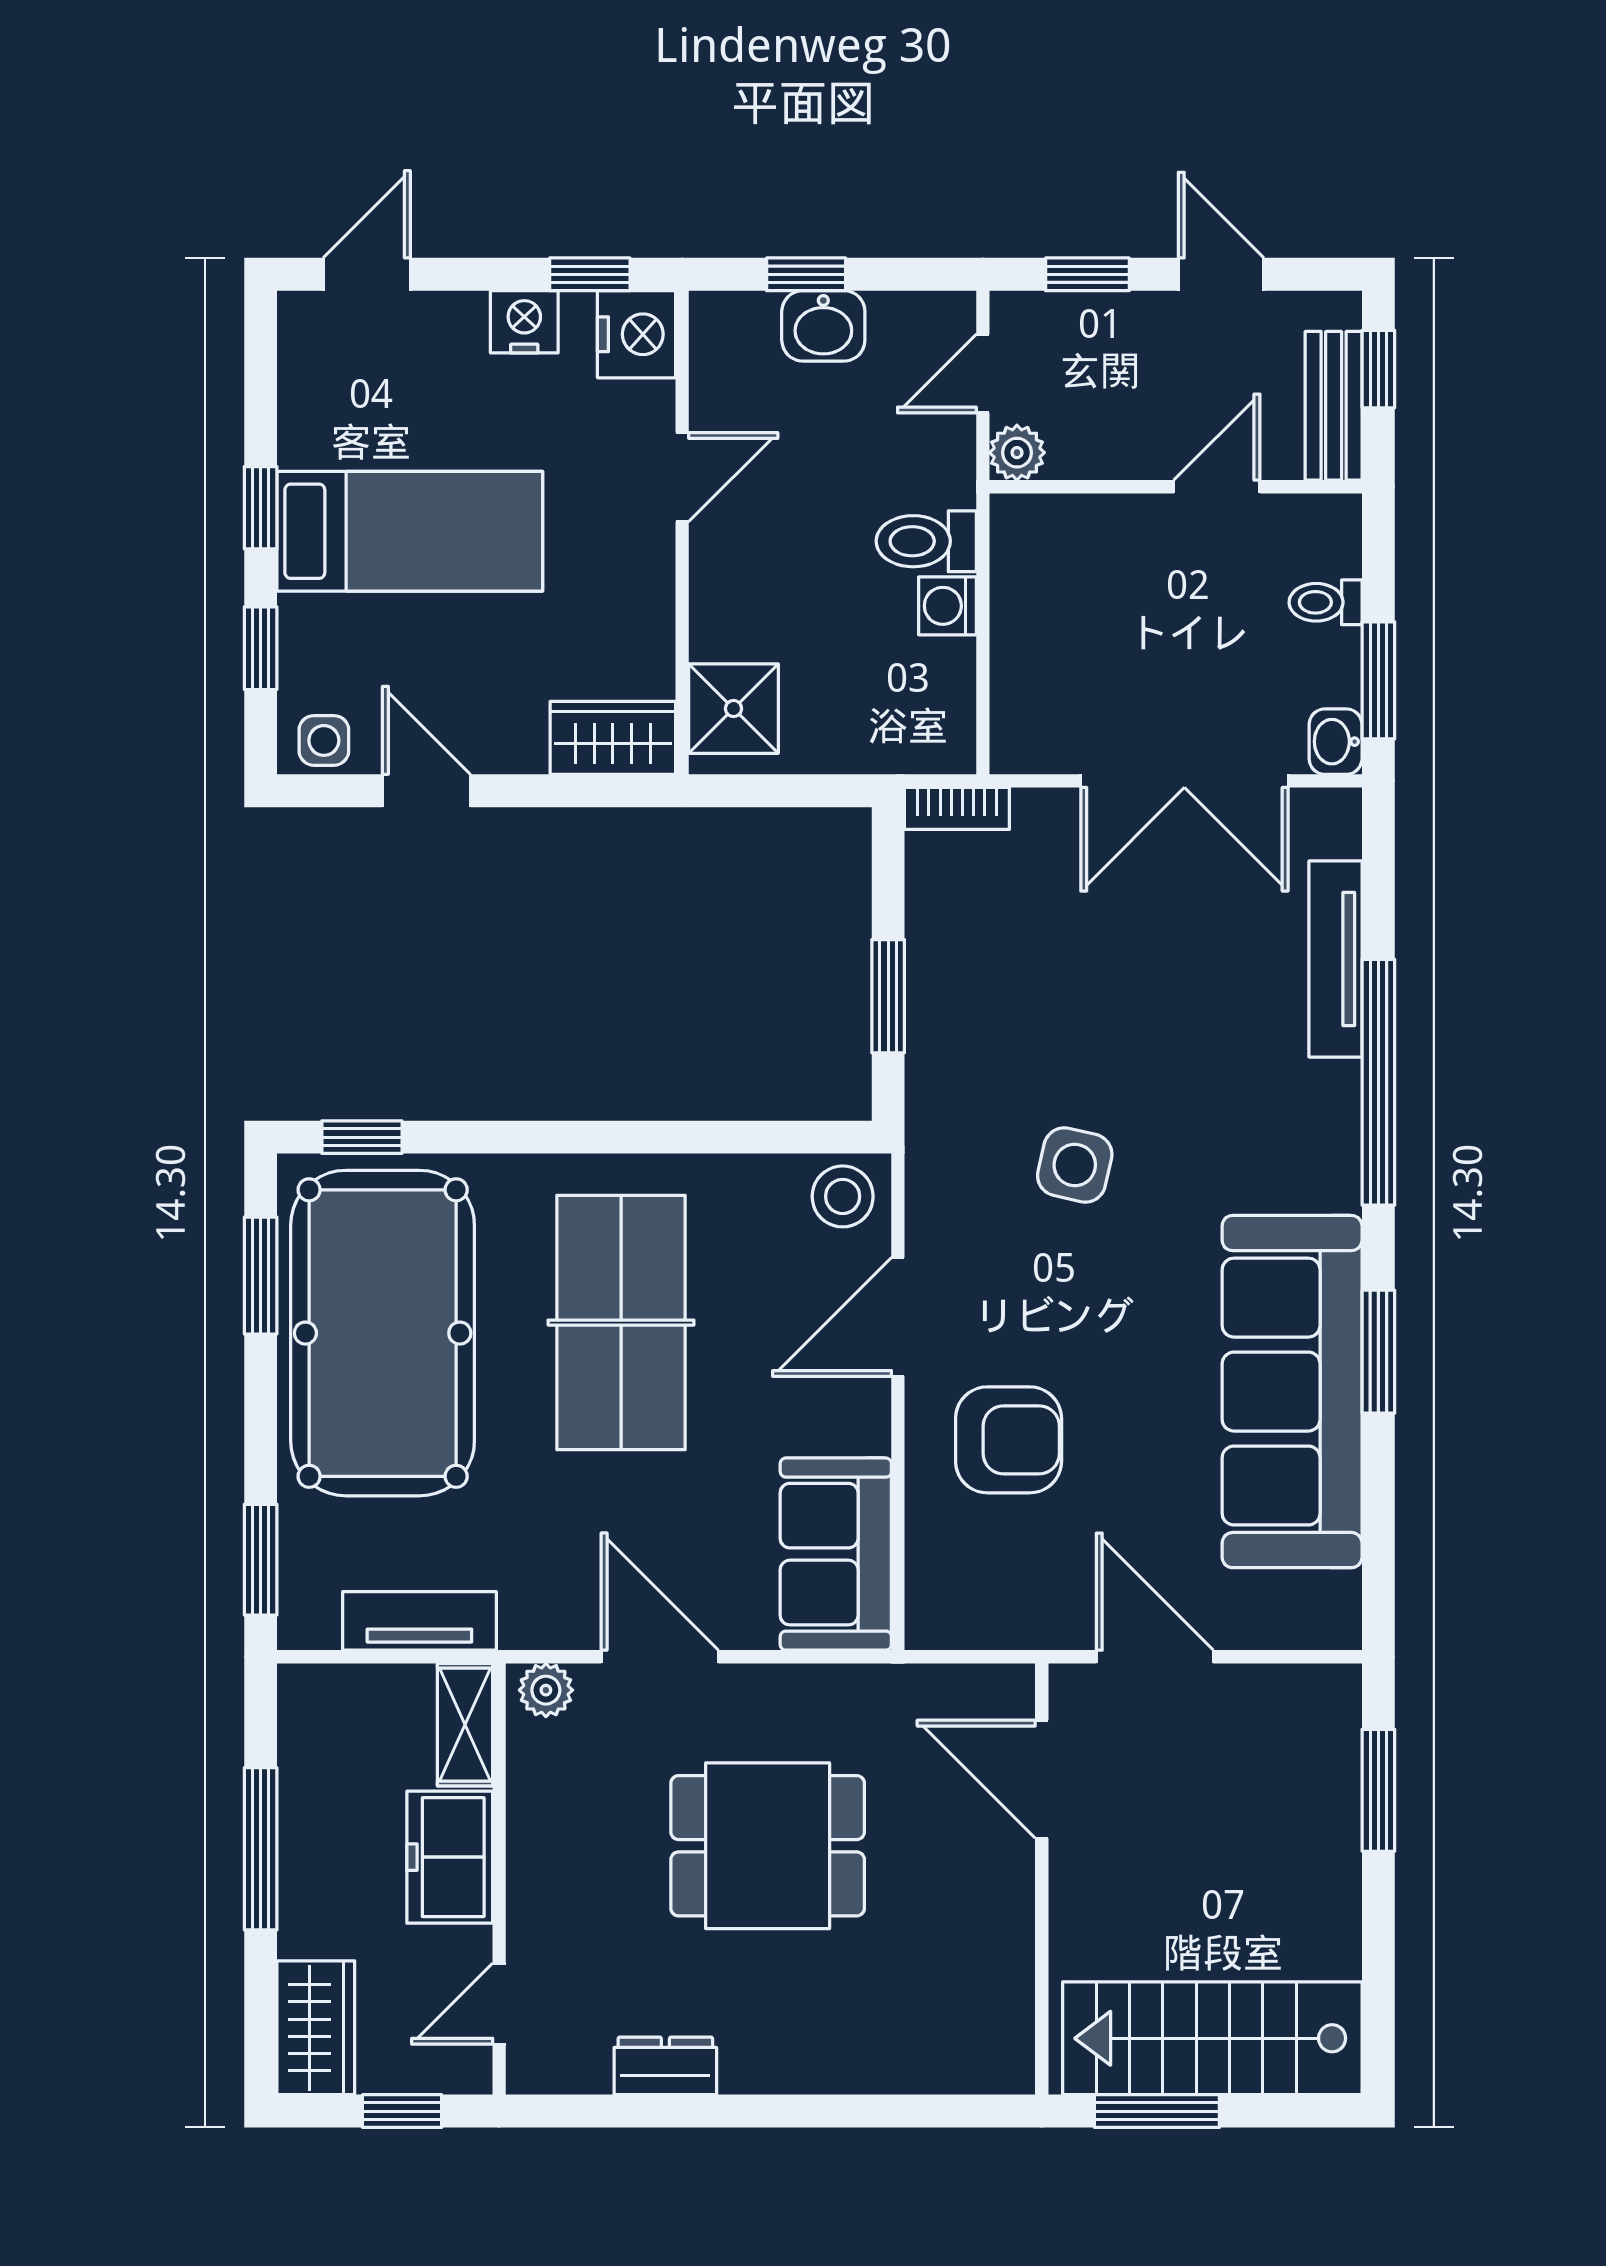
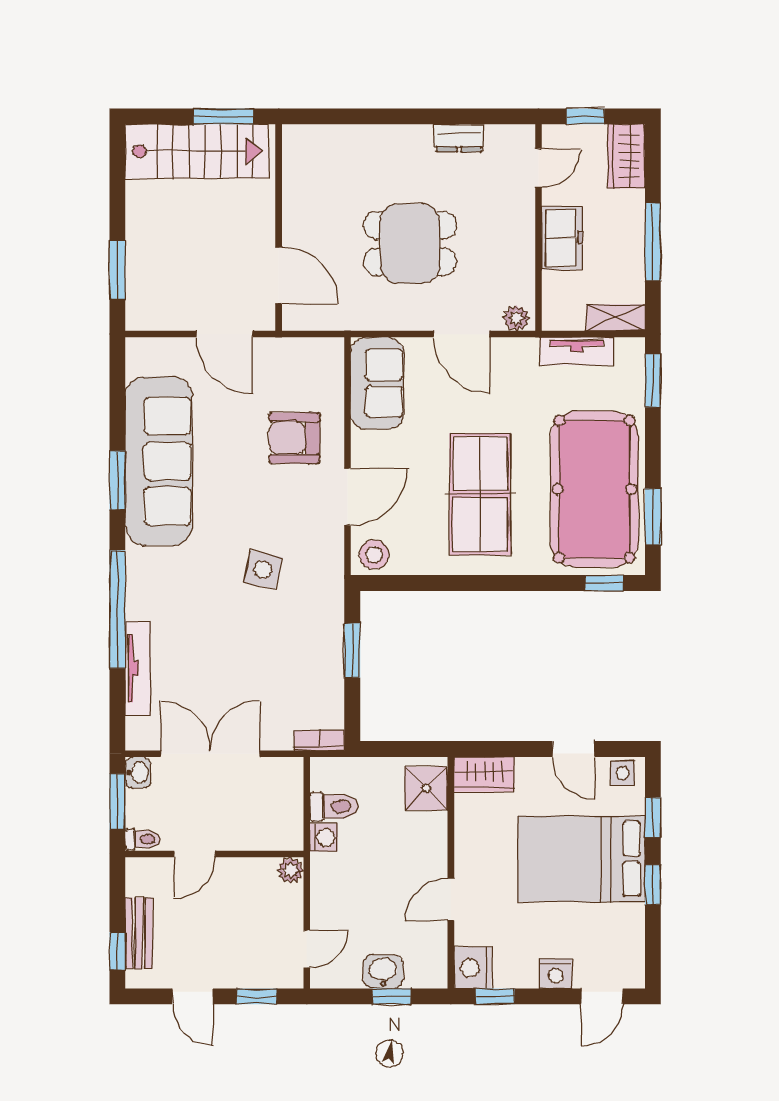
nightstand: (524, 322) -> (556, 974), moved
plant: (1017, 453) -> (290, 870), moved
wall: (1176, 487) -> (214, 854), moved
door: (1217, 487) -> (195, 854), moved
bed: (410, 531) -> (581, 859), width x1.50
toilet: (926, 541) -> (334, 807), moved
shelving: (465, 1725) -> (616, 318), moved, turned 90

